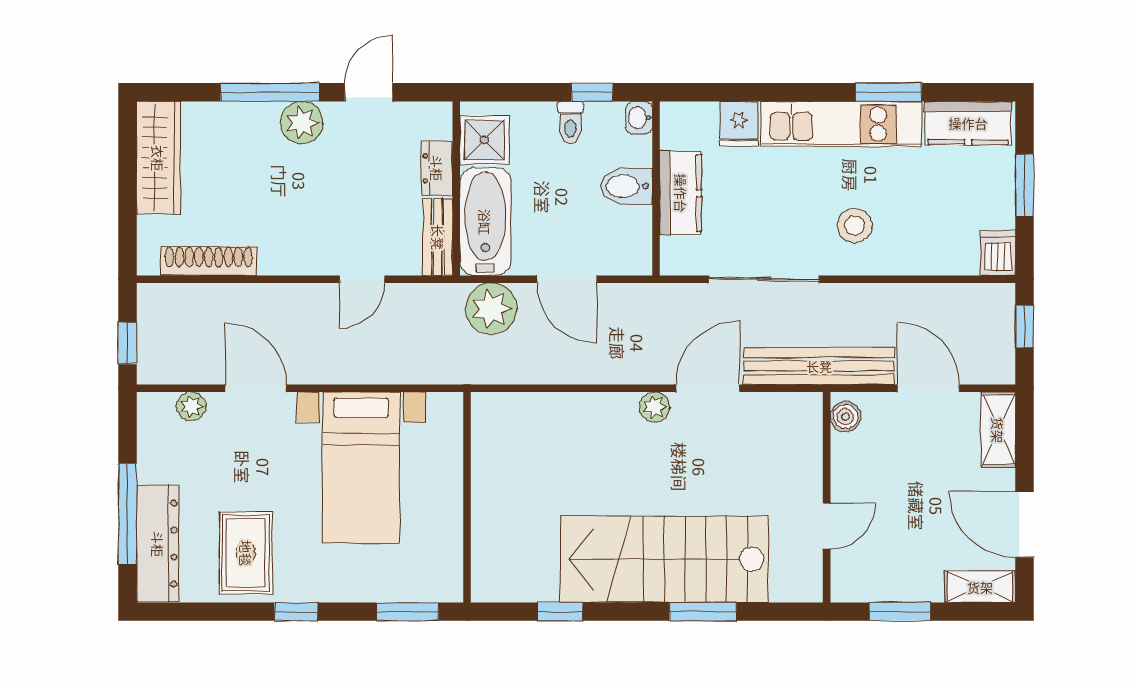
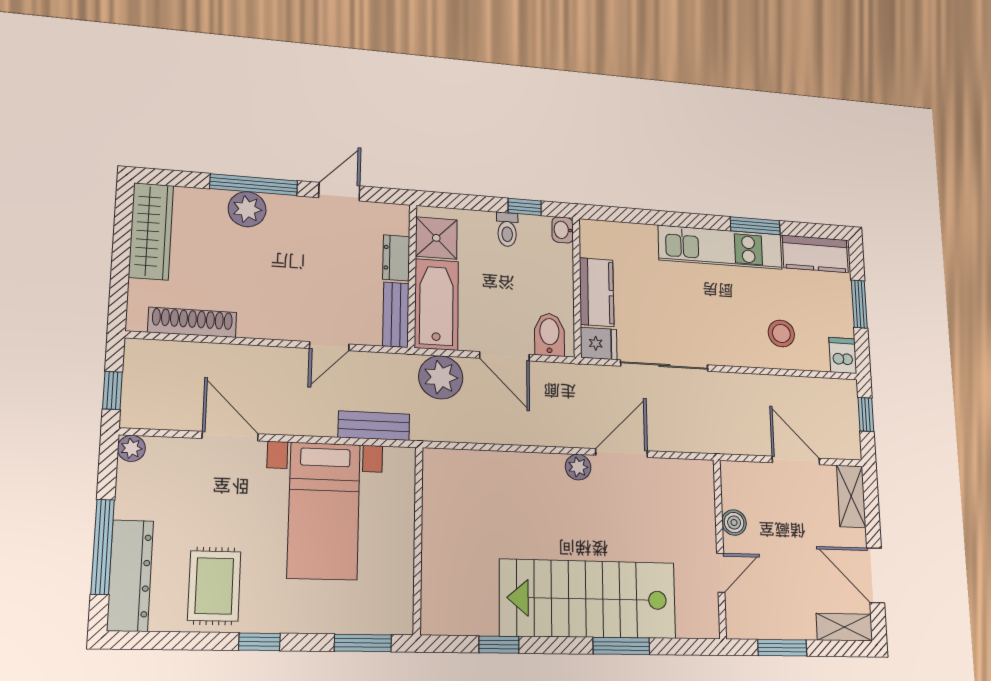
plant: (302, 123) -> (247, 209), moved
fridge: (739, 124) -> (599, 343), moved, turned -90
bidet: (626, 186) -> (549, 335), moved, turned 90
stool: (854, 226) -> (781, 333), moved
bench: (819, 366) -> (374, 426), moved, width x0.54, depth x0.82
plant: (191, 406) -> (131, 448), moved
boiler: (846, 417) -> (734, 523), moved

